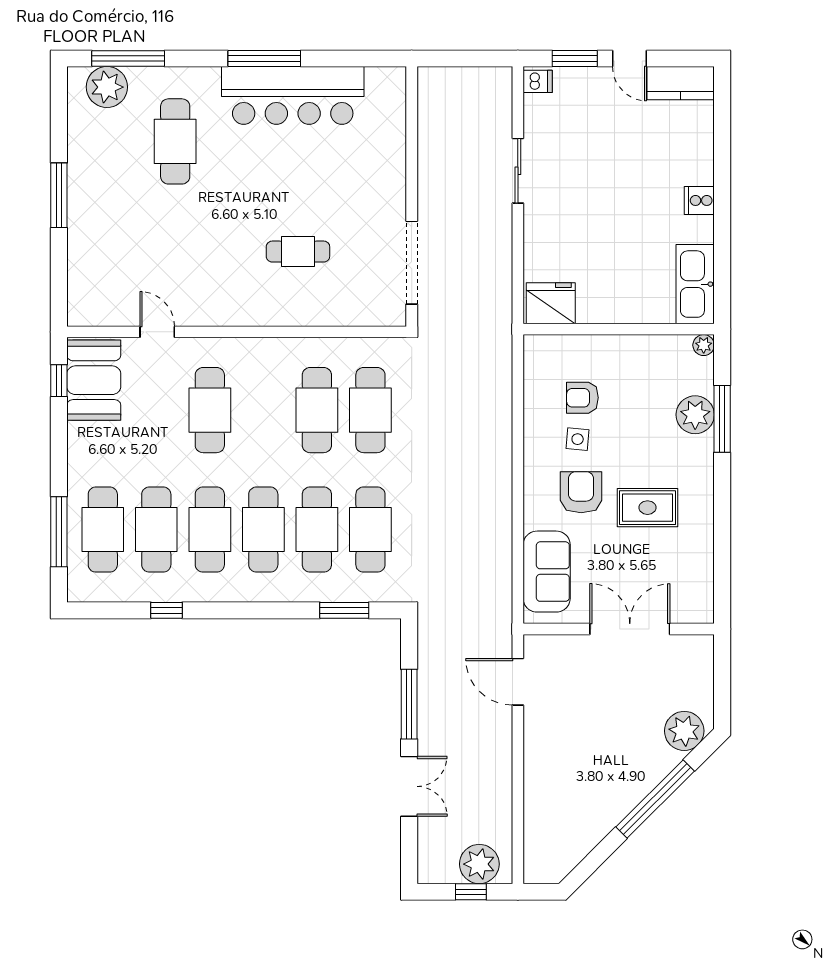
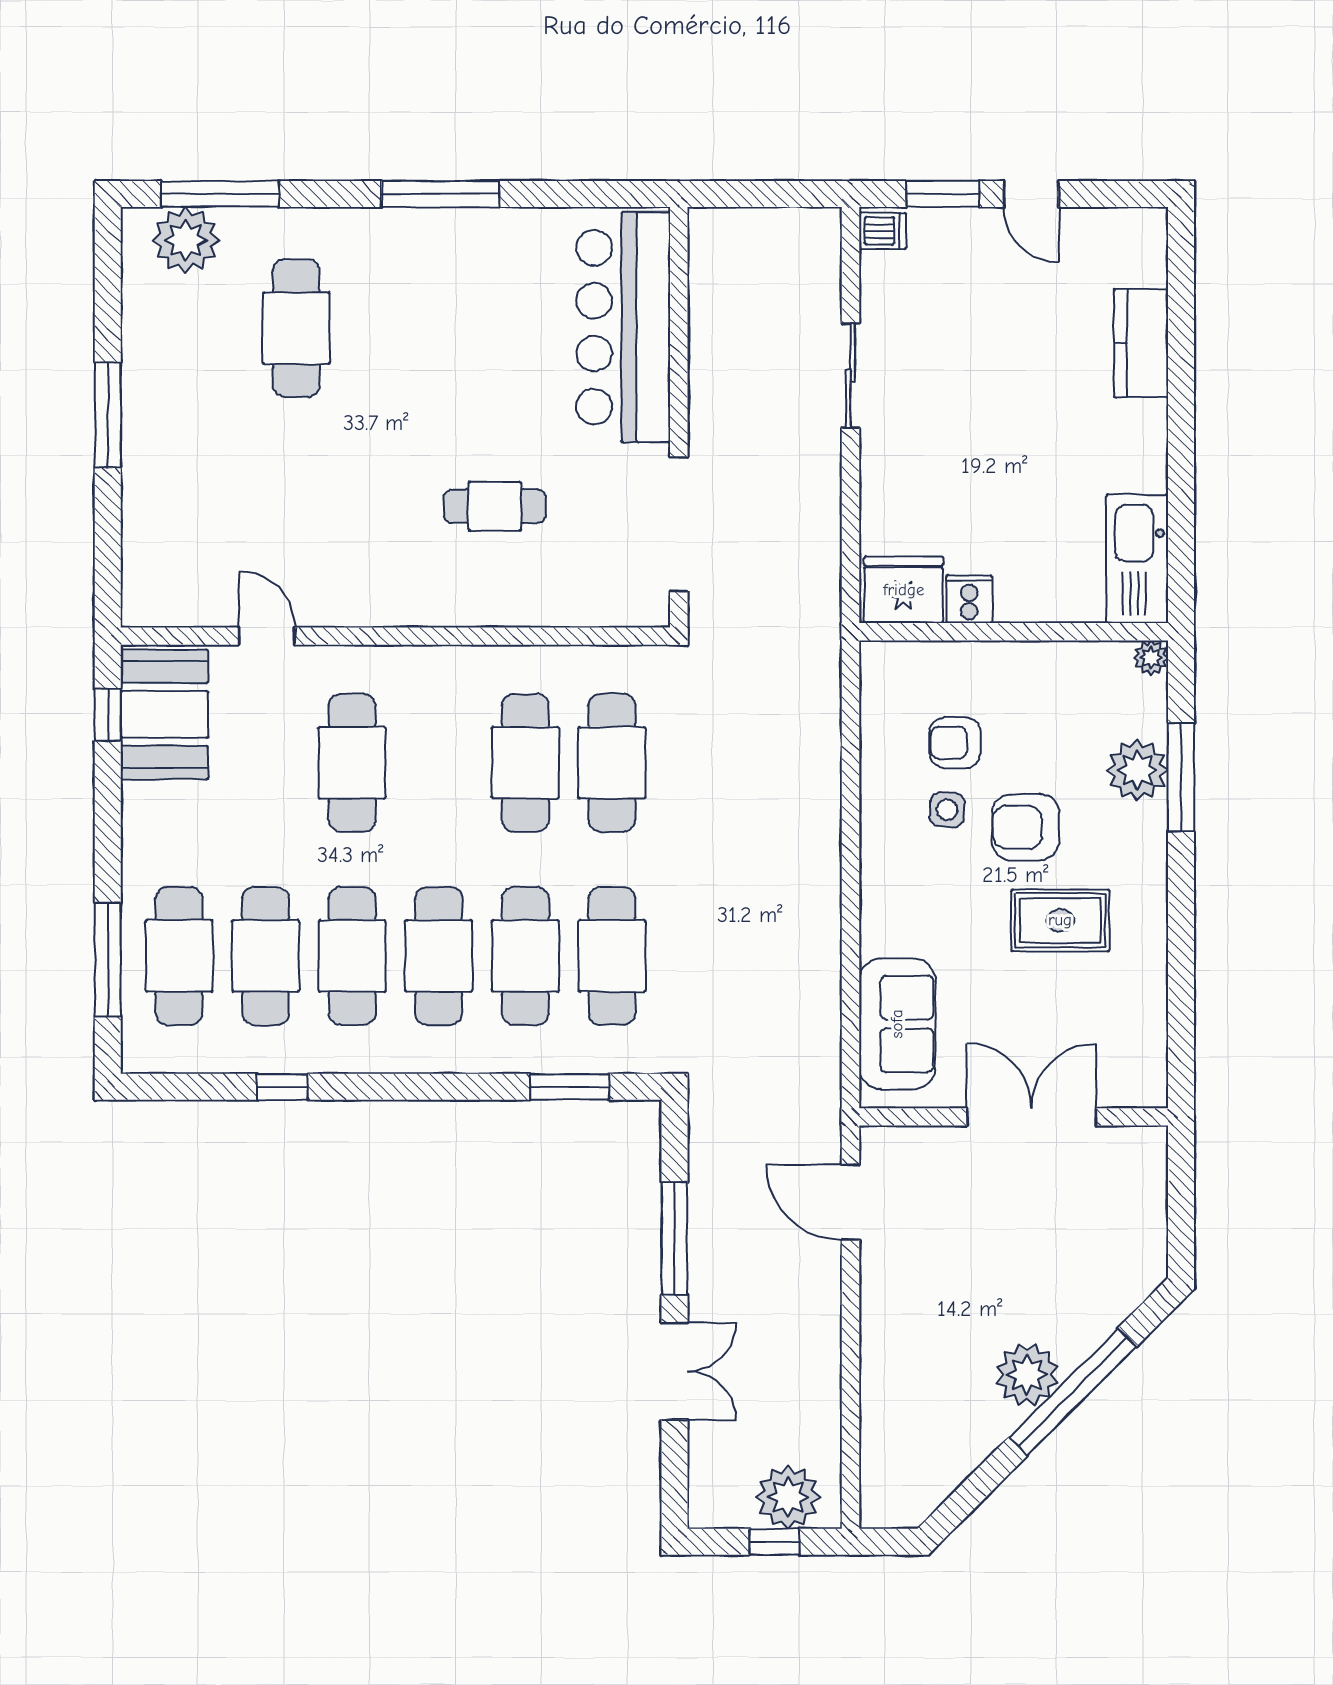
kitchen counter: (681, 83) -> (1141, 343), moved, turned 90
bar counter: (293, 95) -> (623, 327), moved, turned 90
cooker: (699, 200) -> (969, 599), moved, turned 90
armchair: (581, 492) -> (1025, 827), moved, turned -90
plant: (684, 731) -> (1027, 1374), moved

